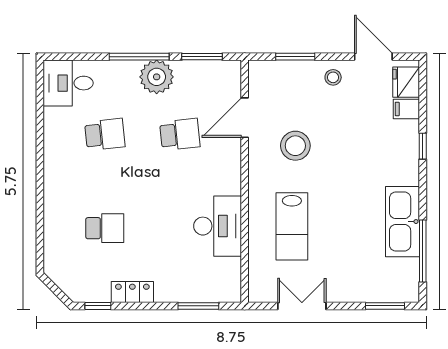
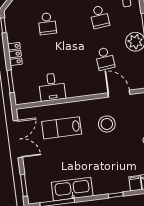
desk: (218, 226) -> (52, 87), width x0.73
locker: (132, 292) -> (15, 54), moved
double door: (302, 306) -> (18, 139), width x1.37

